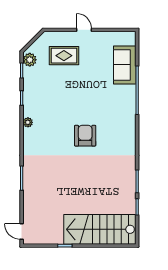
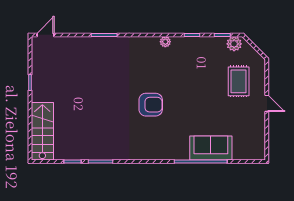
door: (84, 30) -> (267, 103), hinge flipped
sofa: (125, 65) -> (211, 148), moved
stairs: (100, 229) -> (42, 131), width x0.73, depth x0.66

